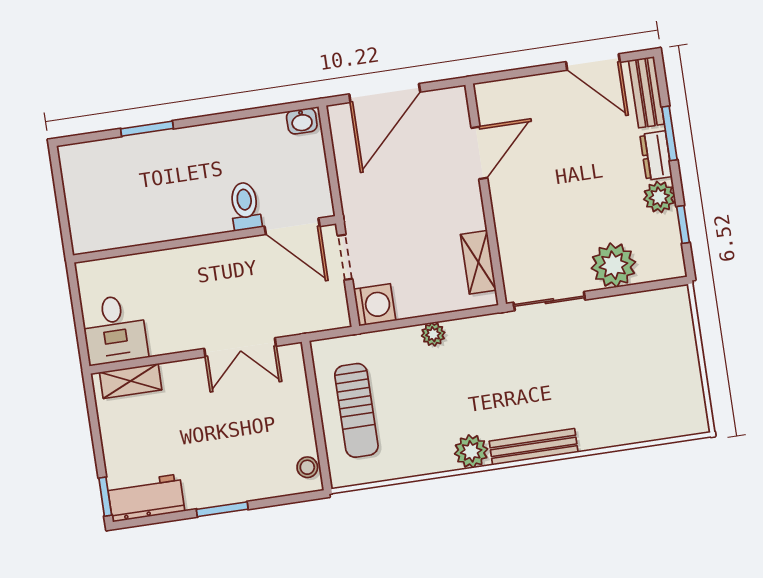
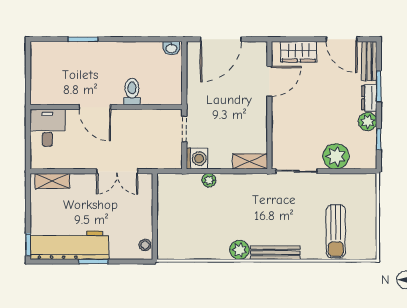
wardrobe: (522, 95) -> (299, 52), added
door: (292, 226) -> (95, 107), moved
shelving: (478, 262) -> (250, 161), moved, turned 90
desk: (114, 330) -> (47, 128), moved, turned 180
plant: (433, 334) -> (209, 180), moved
sun lounger: (356, 410) -> (336, 231), moved
workbench: (146, 498) -> (69, 245), width x1.87, depth x1.32

